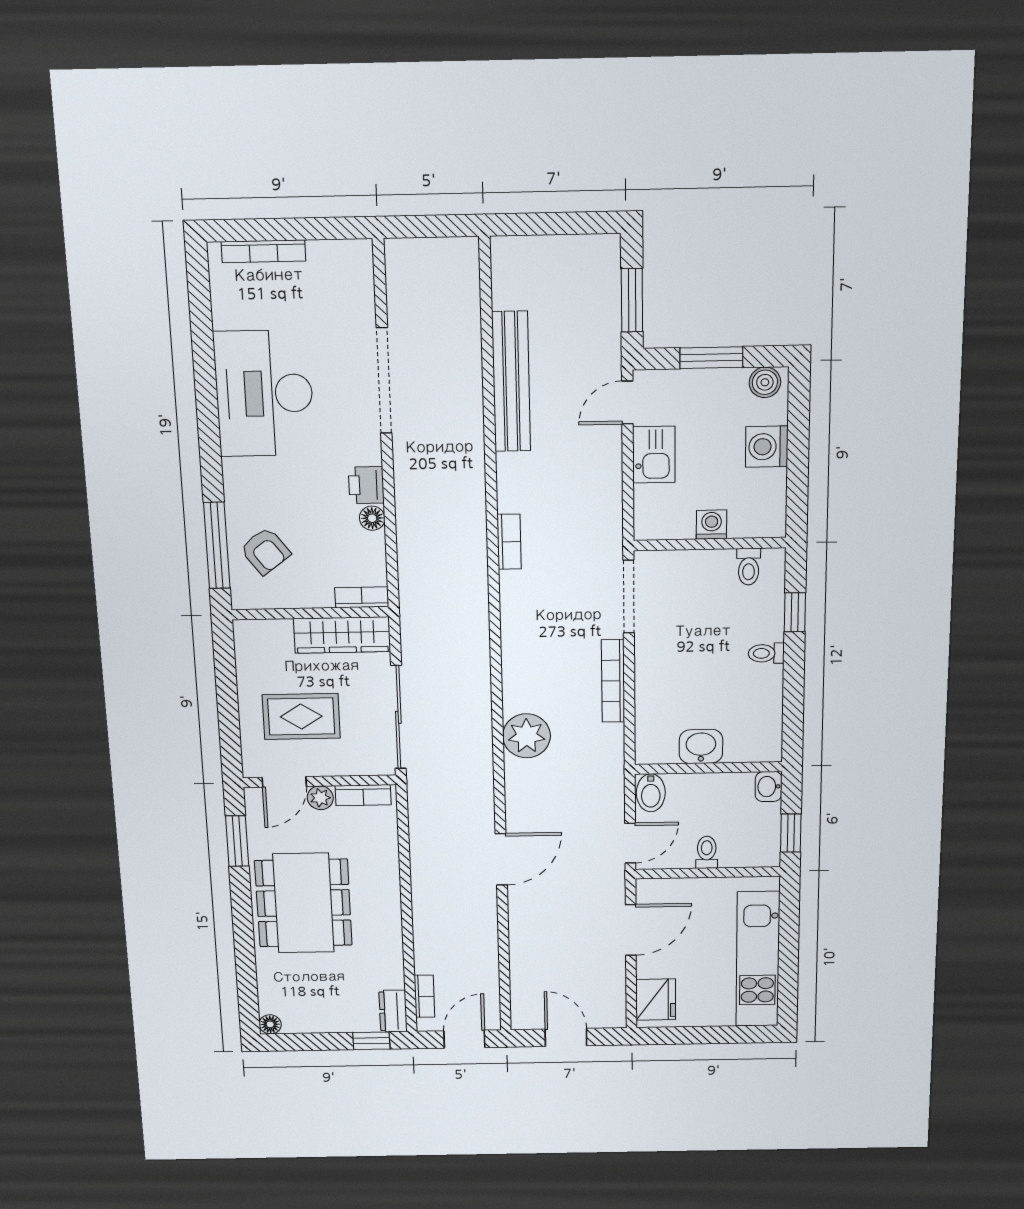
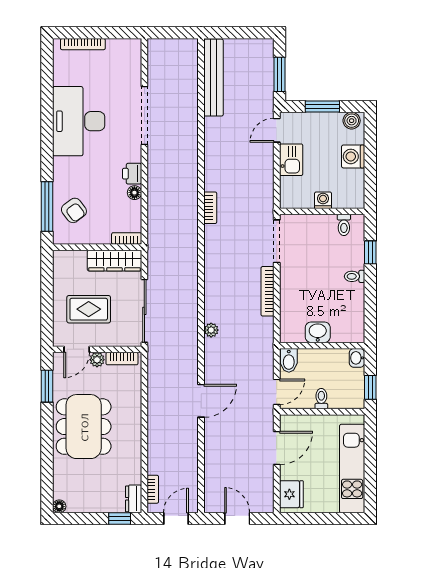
bench: (511, 382) -> (214, 78), moved
plant: (527, 736) -> (211, 330), width x0.53, depth x0.53

